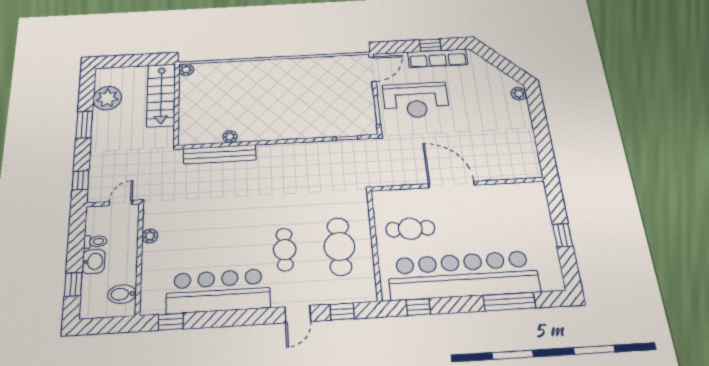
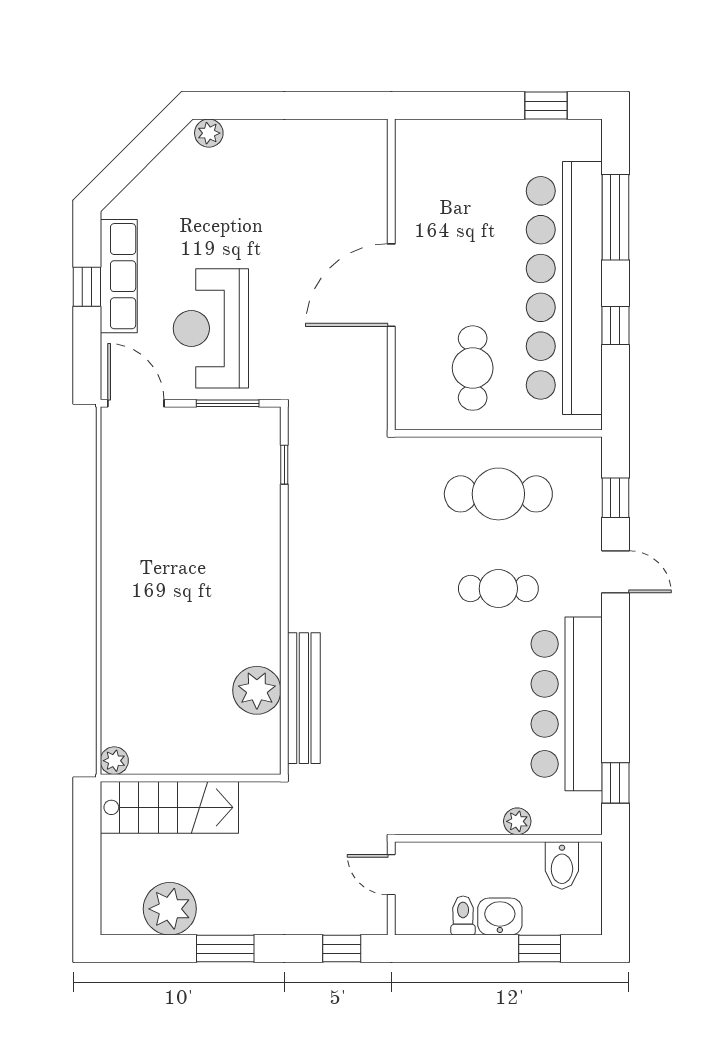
reception desk: (416, 100) -> (211, 328), turned 180
plant: (230, 137) -> (257, 690), width x1.88, depth x1.88
window: (563, 235) -> (546, 106), moved
plant: (150, 236) -> (517, 821), moved
window: (418, 307) -> (615, 326), moved

